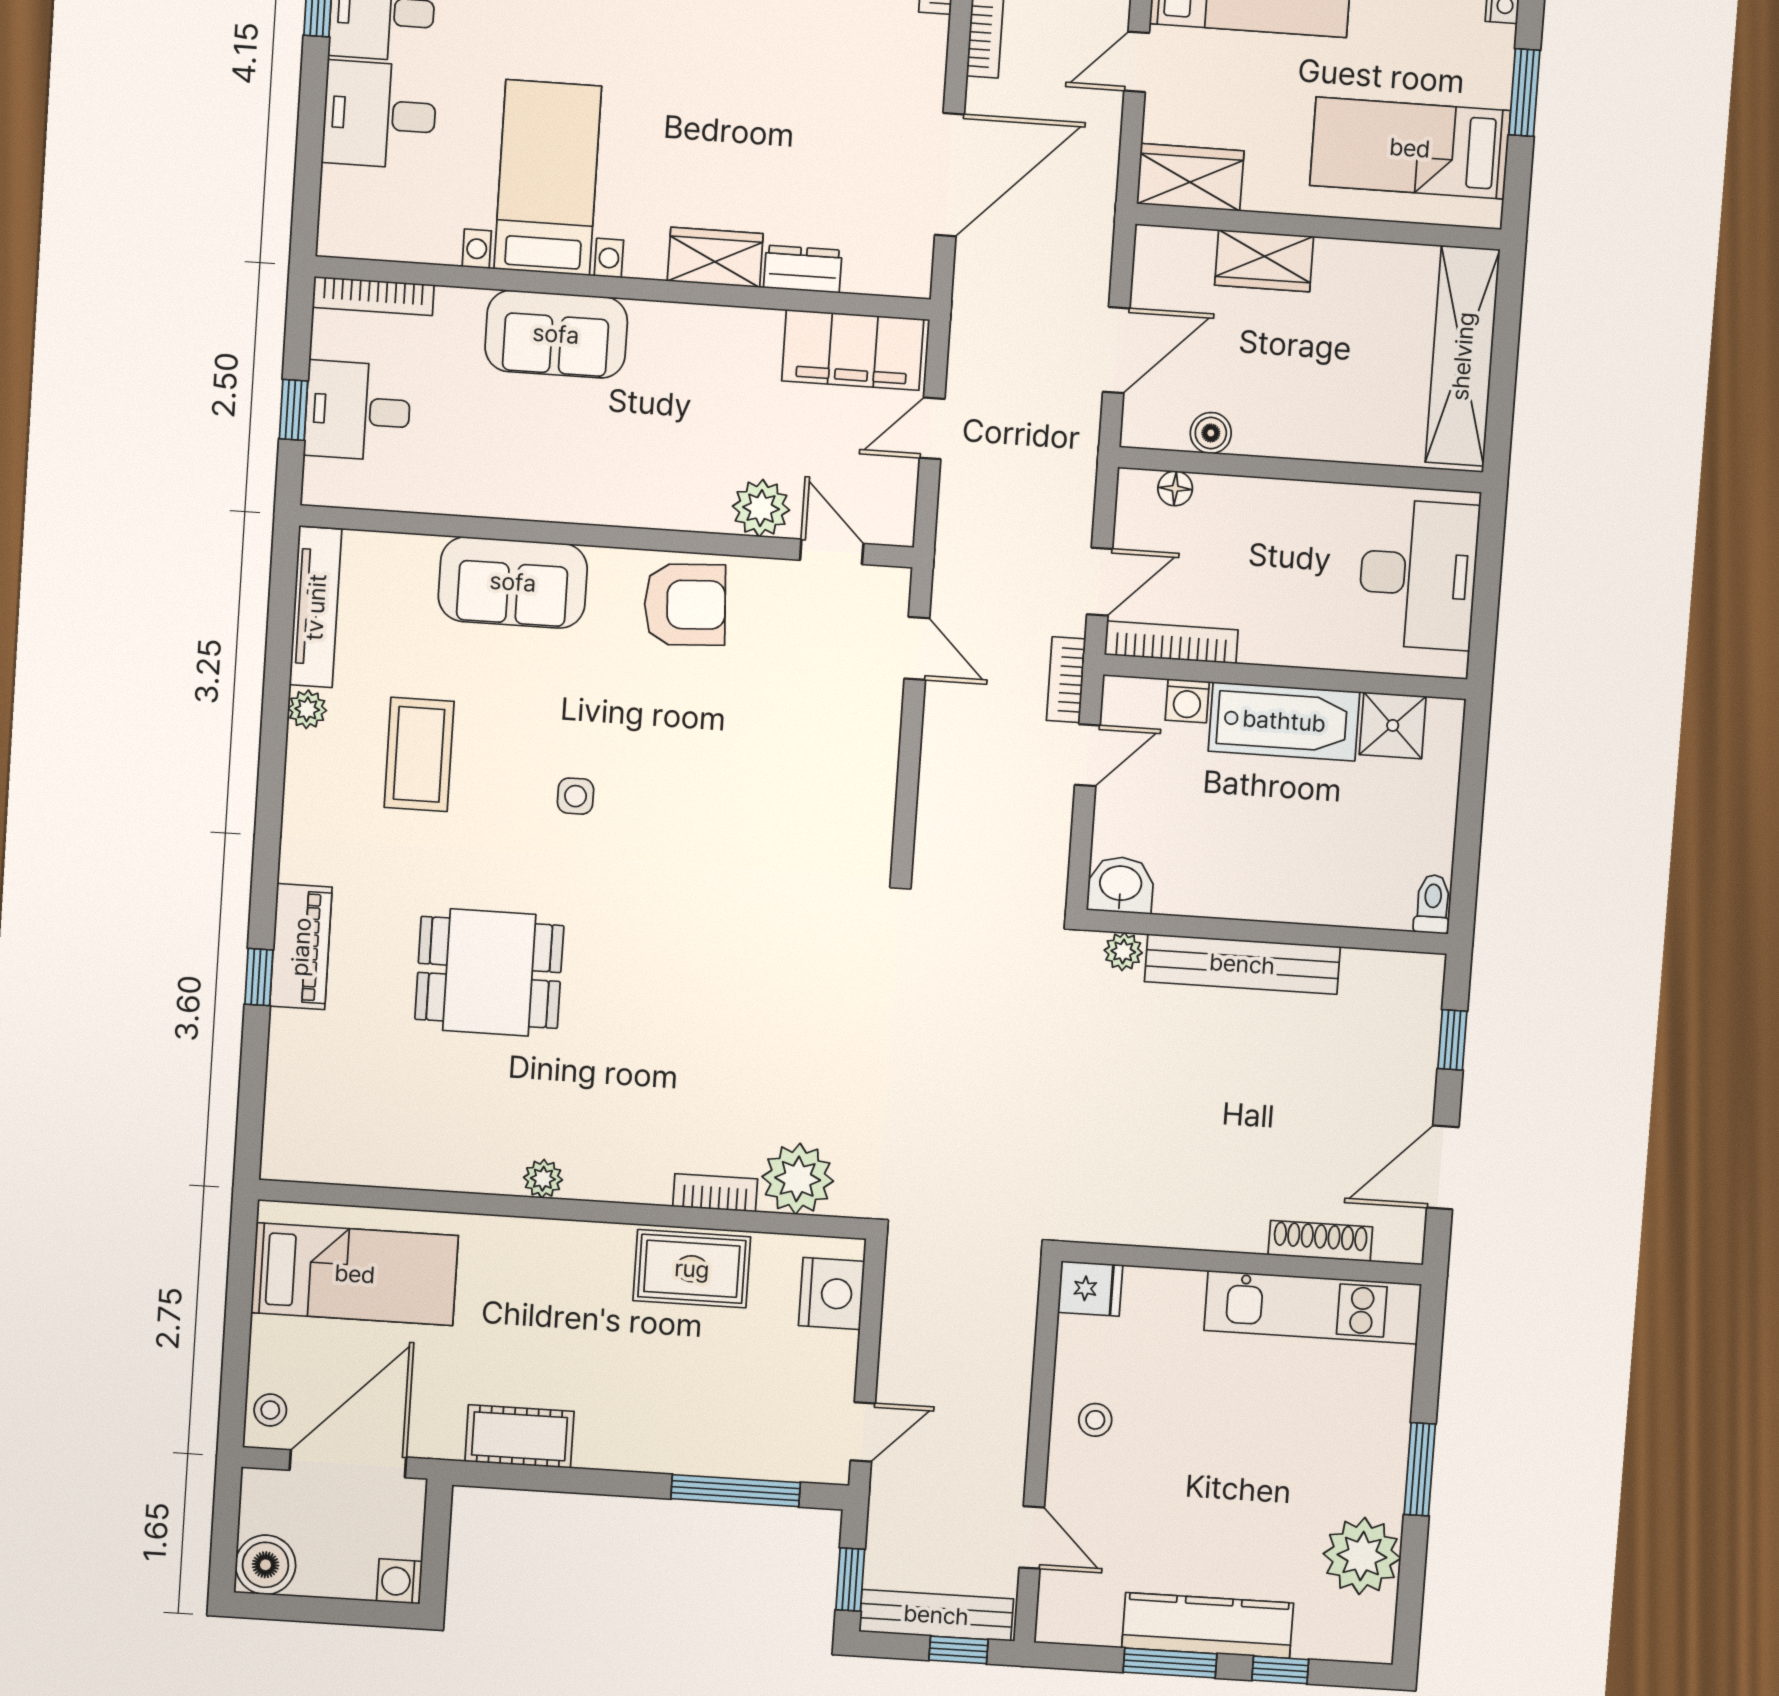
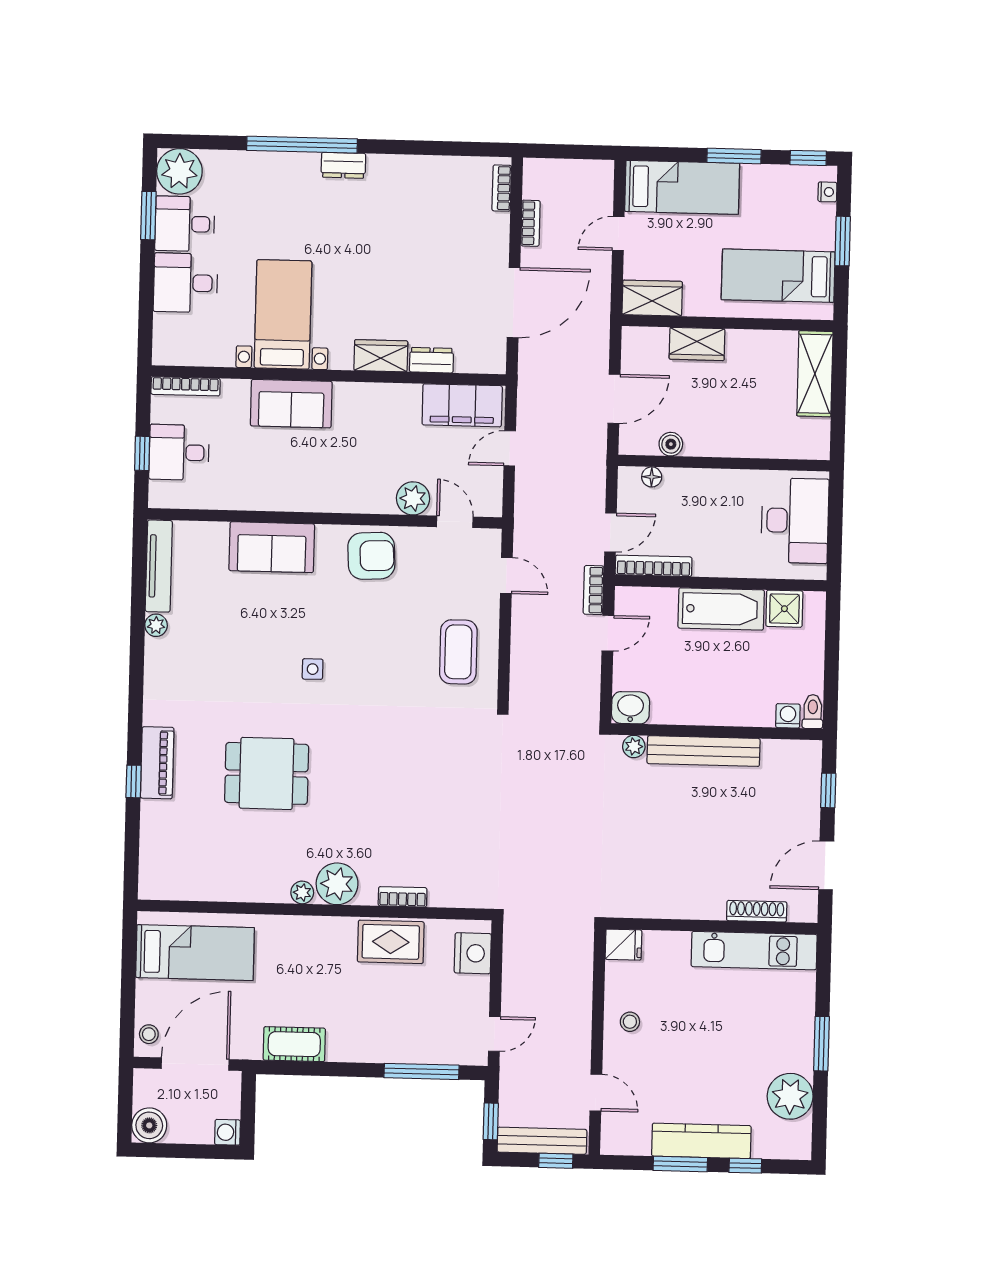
shelving: (1463, 356) -> (815, 374), width x0.68
washing machine: (1187, 701) -> (788, 716), moved, turned 180
coffee table: (419, 754) -> (458, 652), moved
plant: (798, 1179) -> (337, 884), moved

